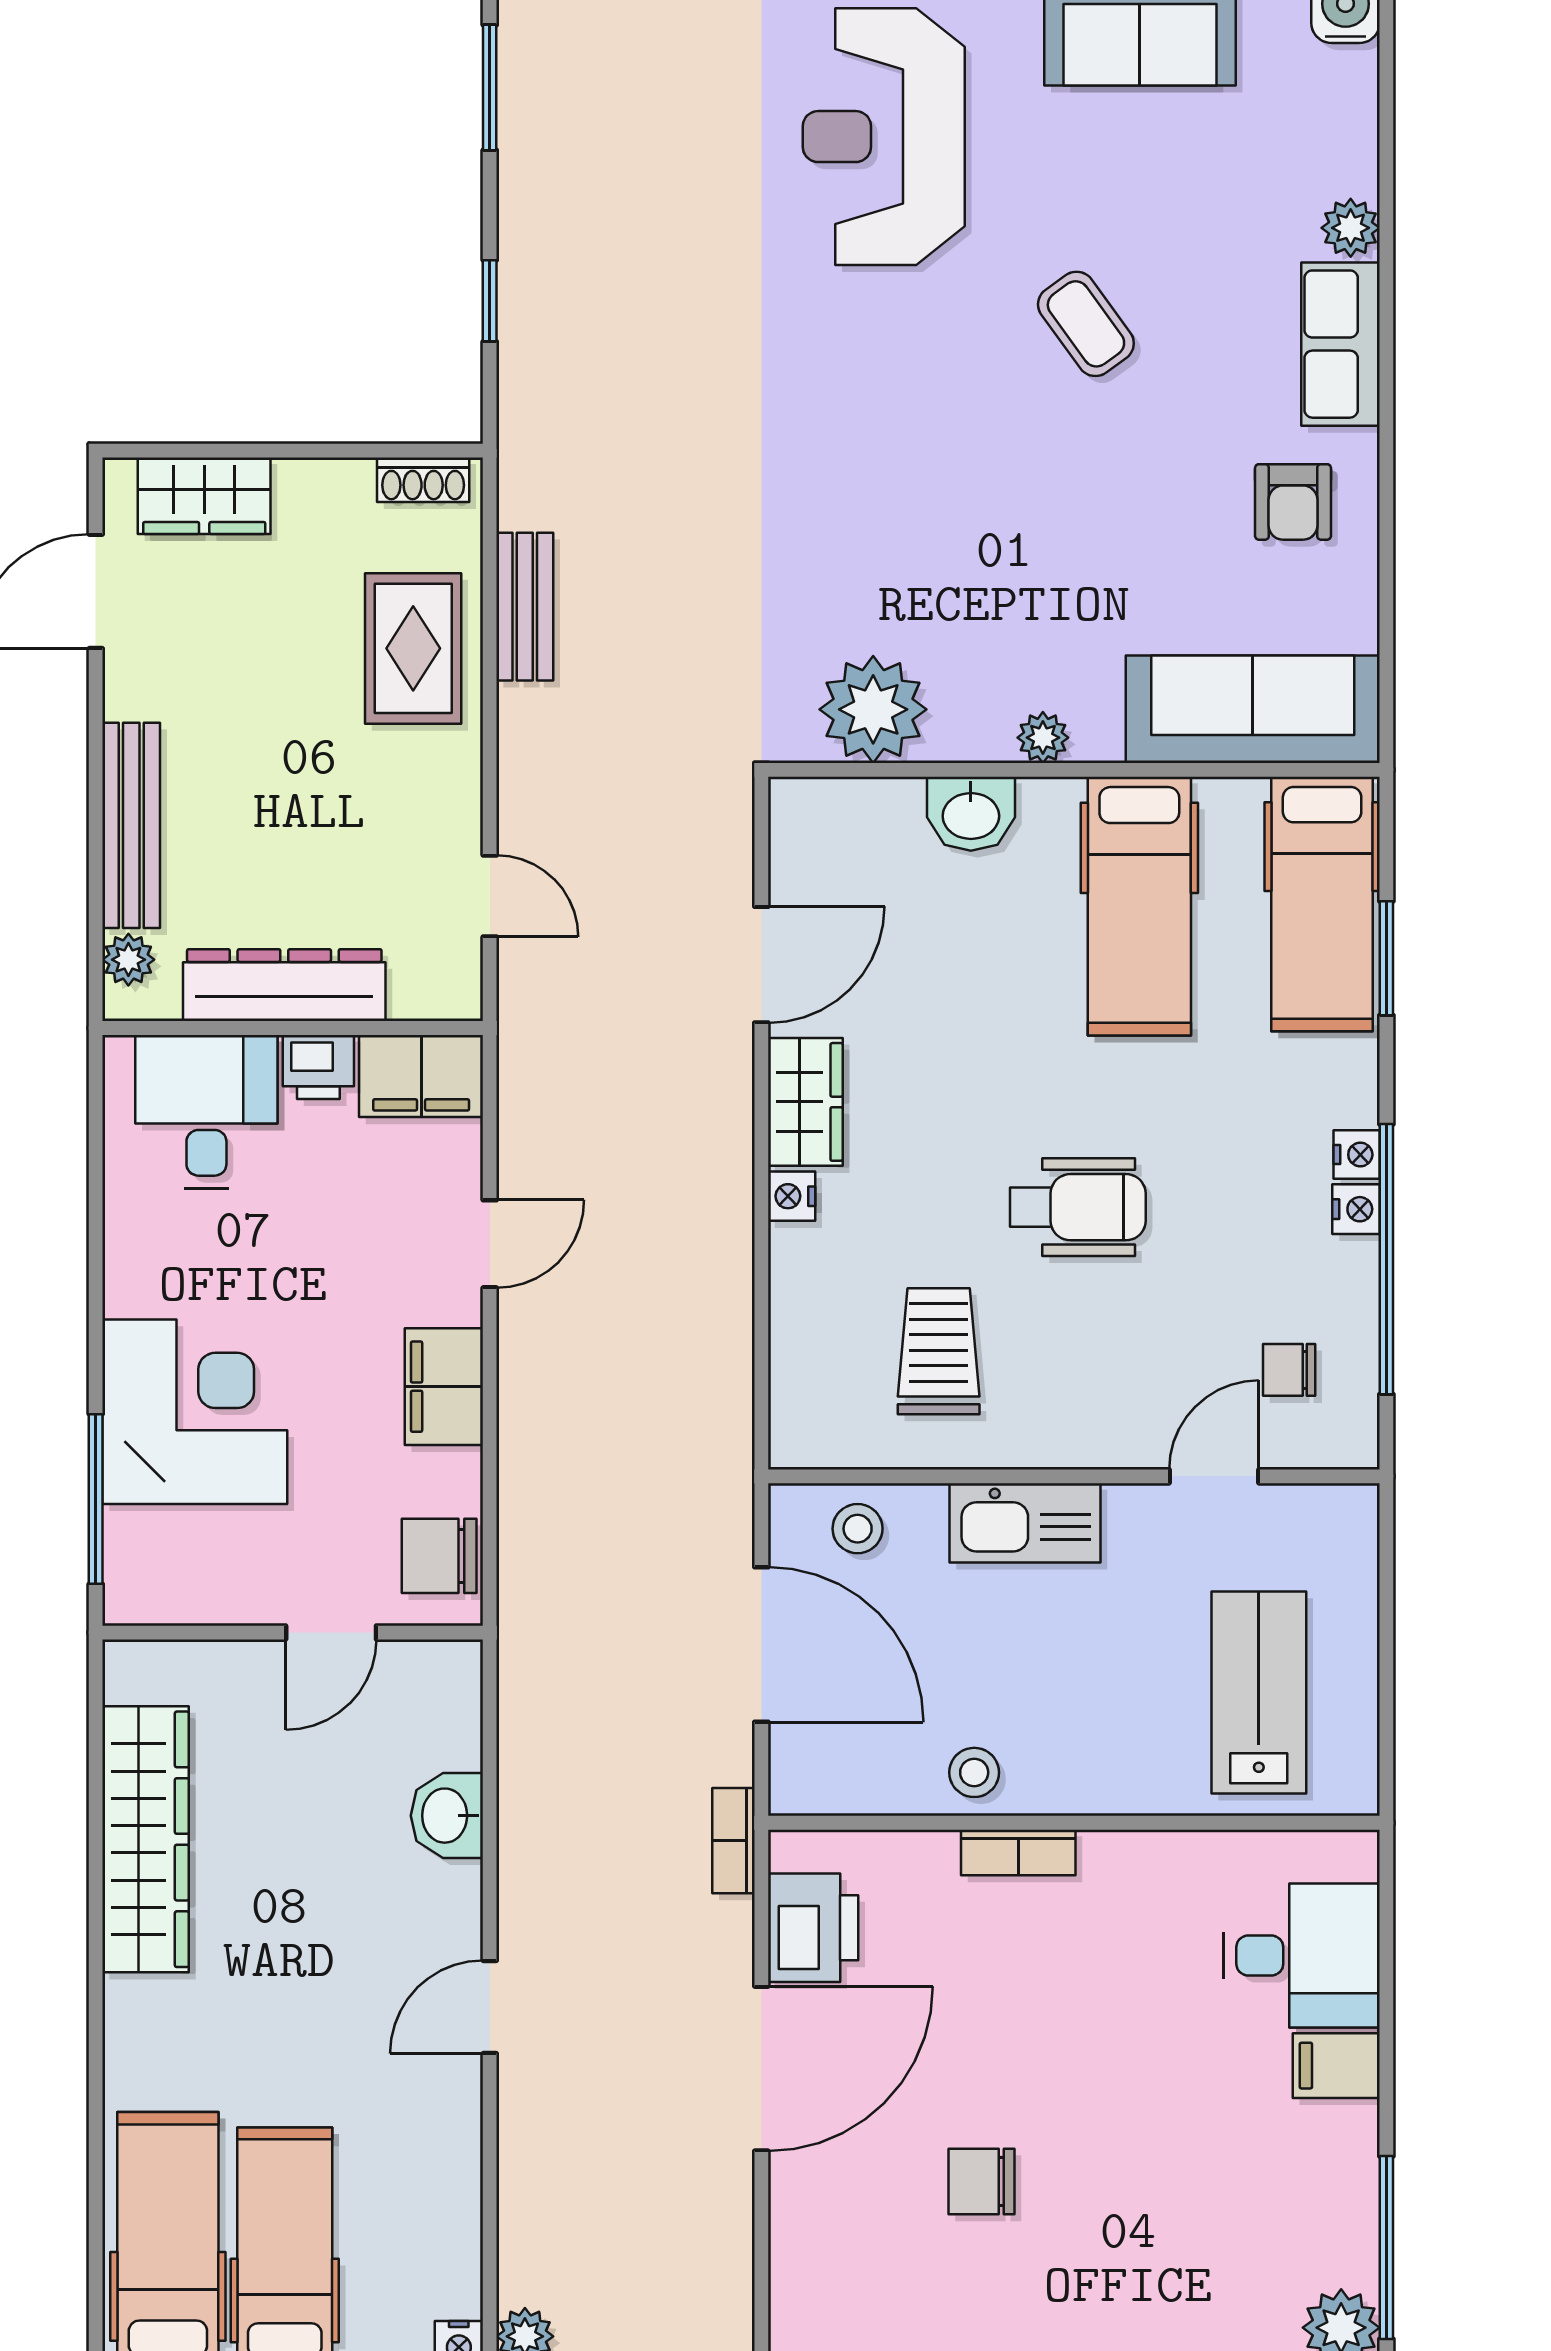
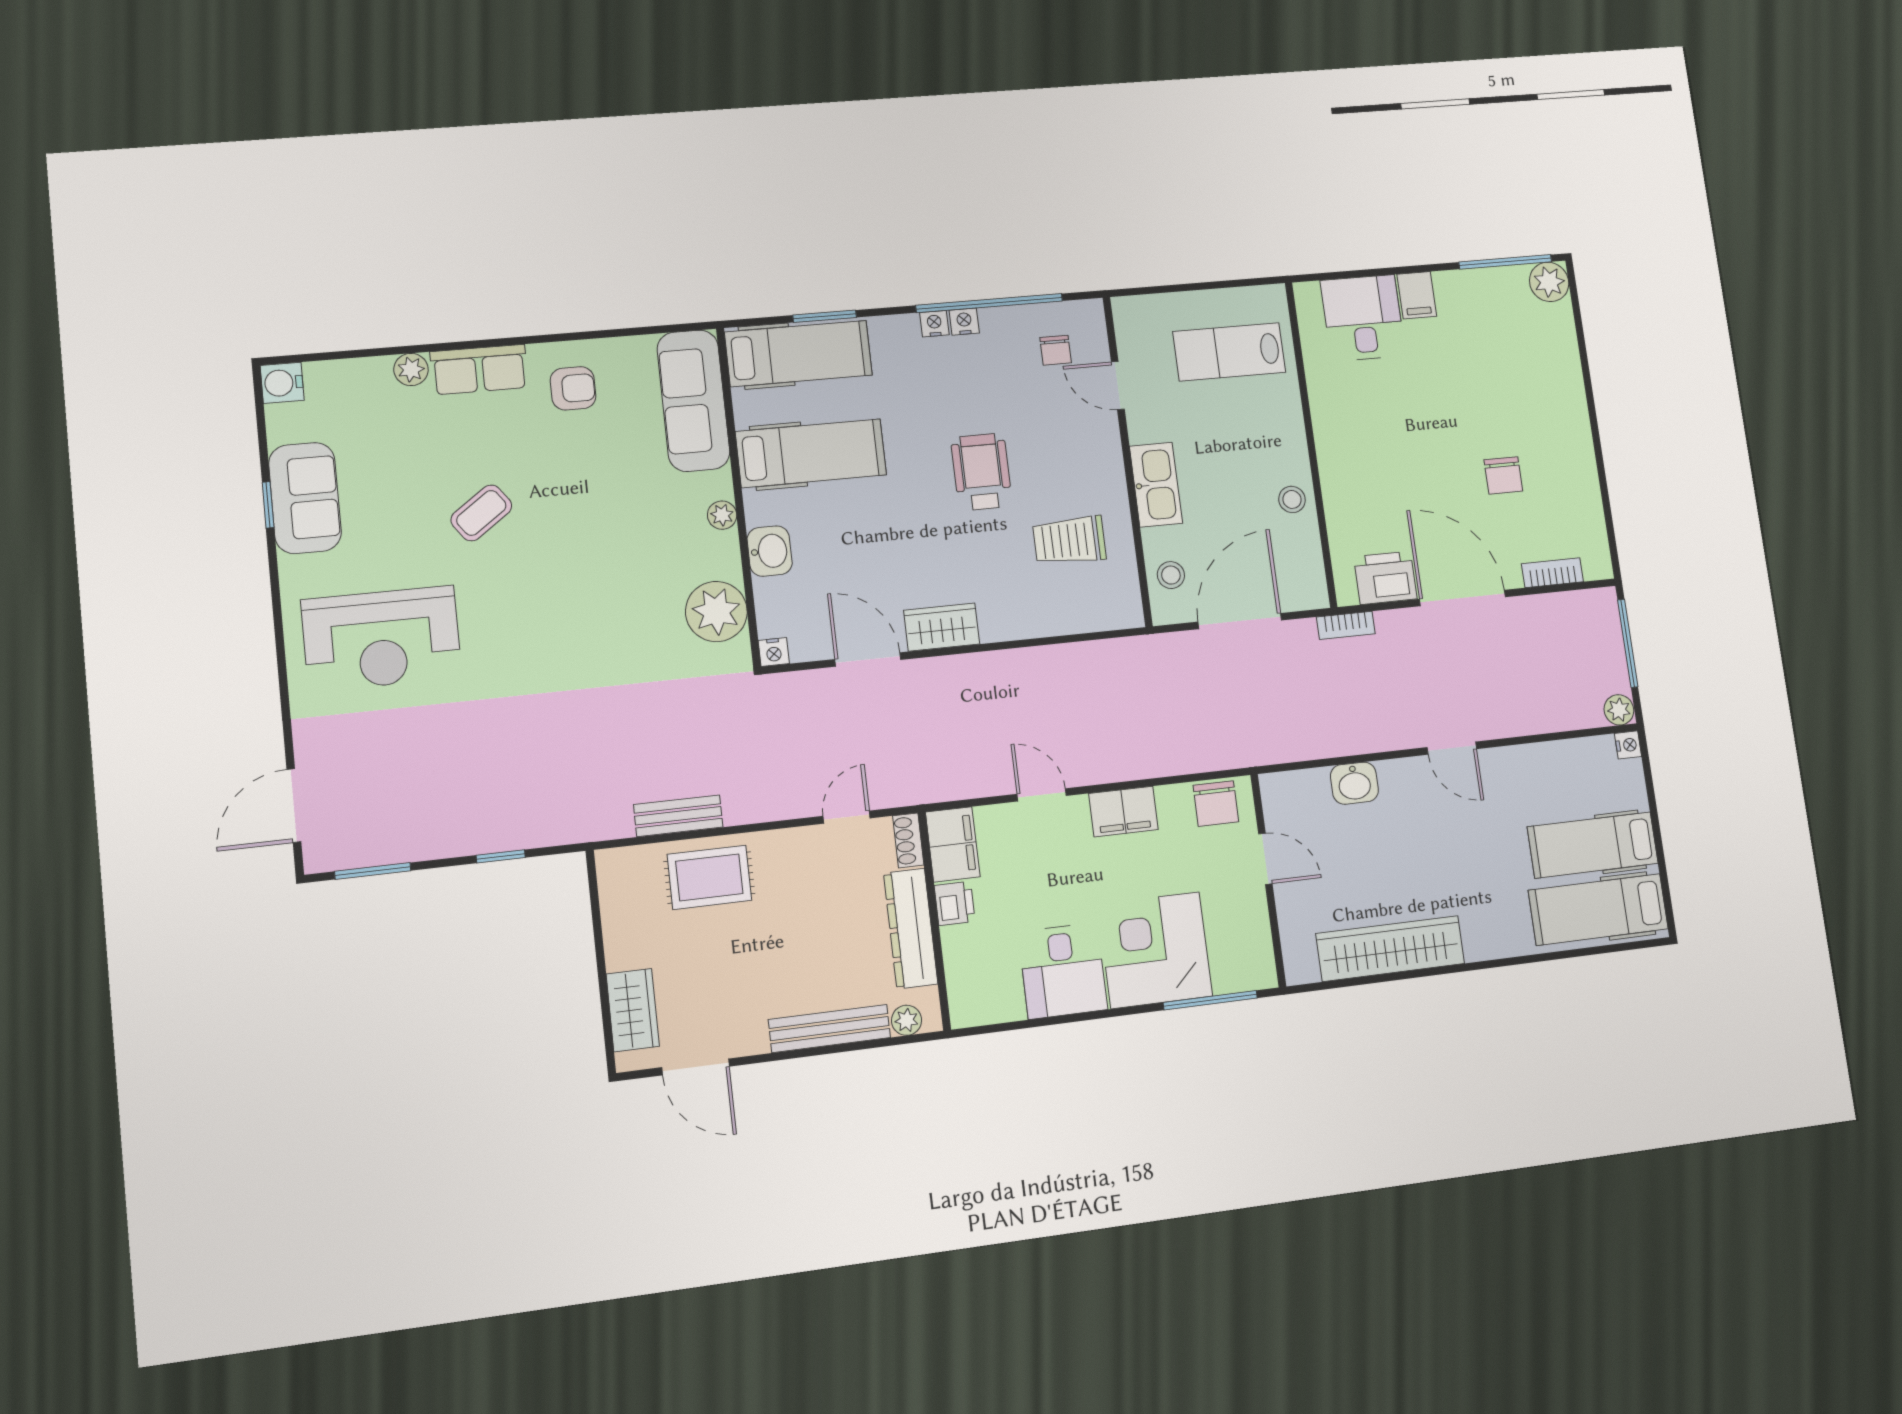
shoe rack: (423, 480) -> (908, 840), moved, turned 180
desk: (206, 1111) -> (1063, 971), moved, turned -90
nightstand: (792, 1196) -> (774, 652), moved
bookcase: (1018, 1852) -> (1552, 573), moved, turned -90

